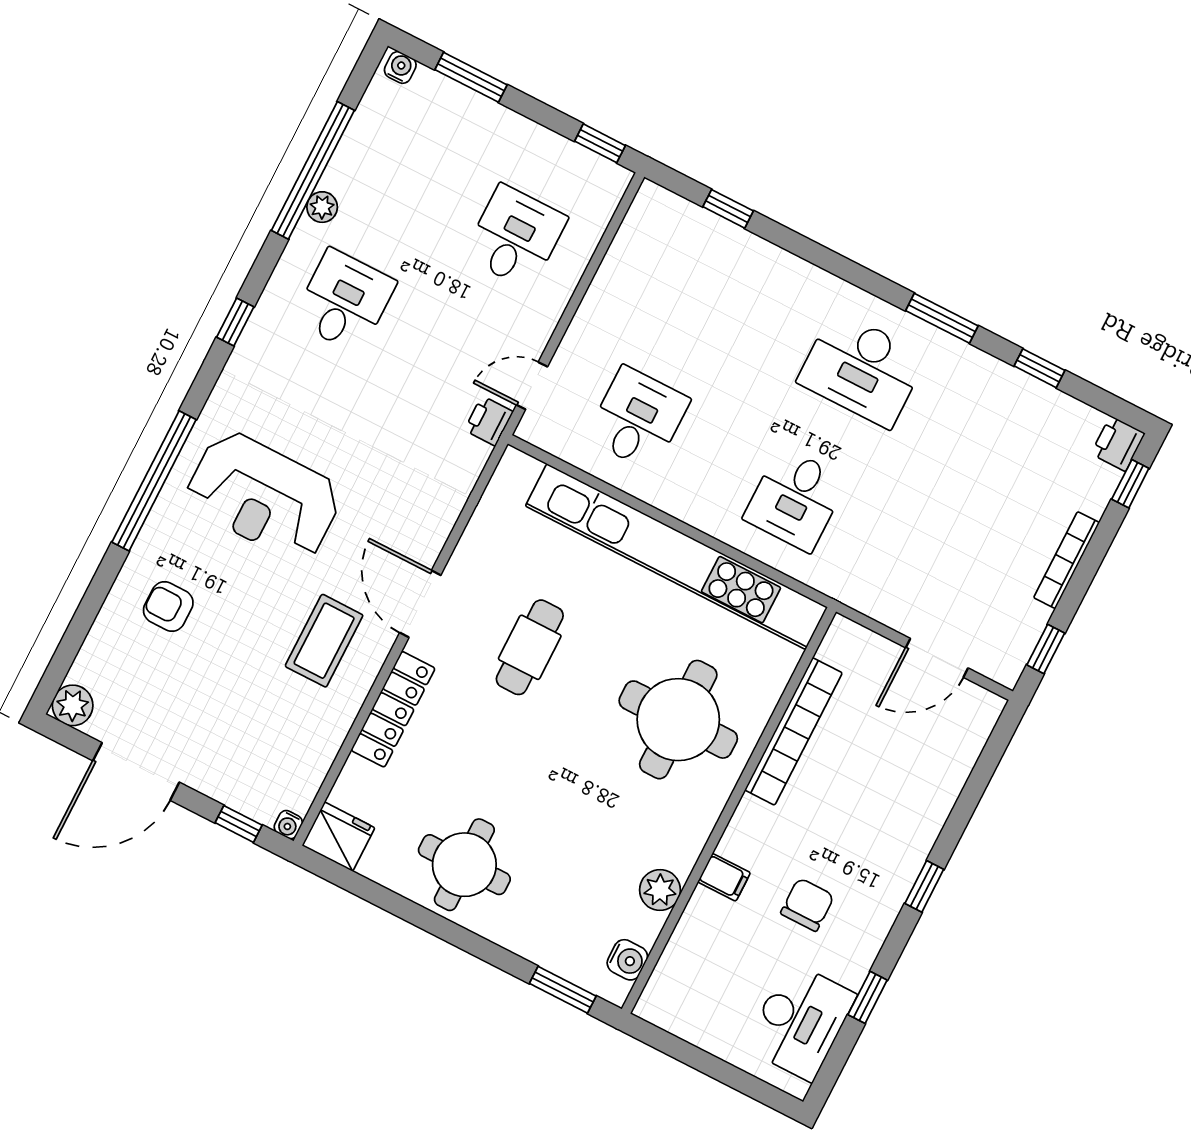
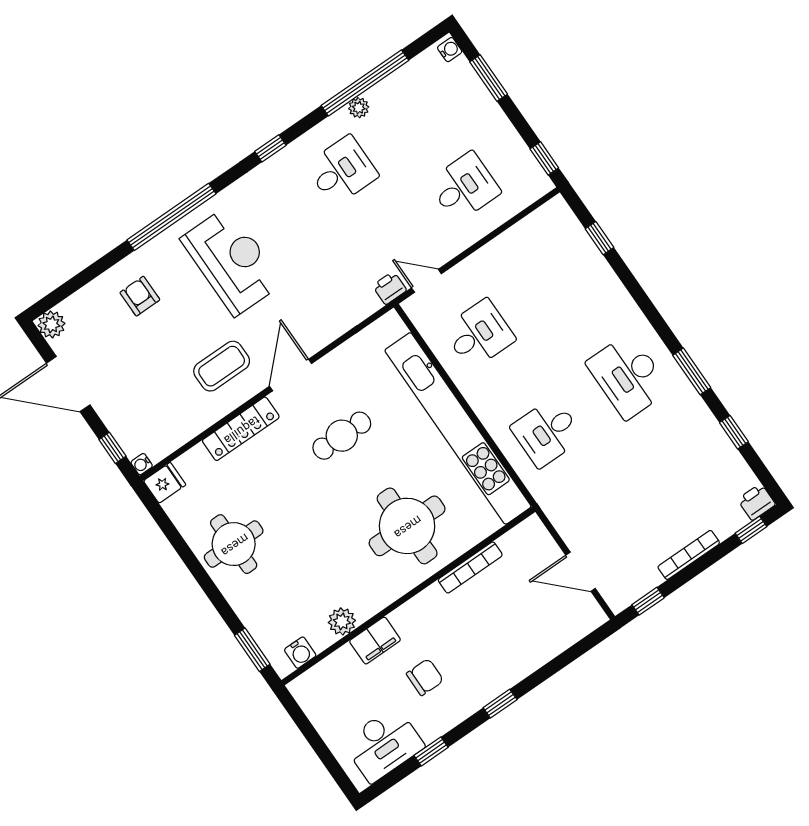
reception desk: (264, 496) -> (232, 261), turned 180
bookcase: (793, 731) -> (470, 567), width x0.68, depth x0.76
fridge: (338, 837) -> (165, 483), width x0.72
filing cabinet: (724, 877) -> (375, 641), width x2.00

